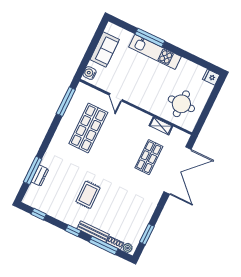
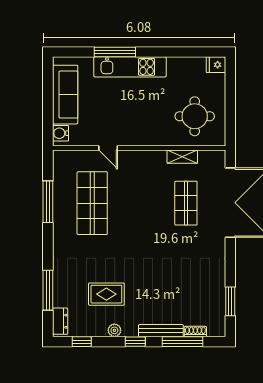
sofa: (105, 50) -> (65, 95), width x1.36
window: (66, 102) -> (48, 202), moved
dresser: (40, 176) -> (60, 321), moved
rug: (88, 195) -> (106, 294), moved, turned 90
plant: (128, 248) -> (114, 330), moved

